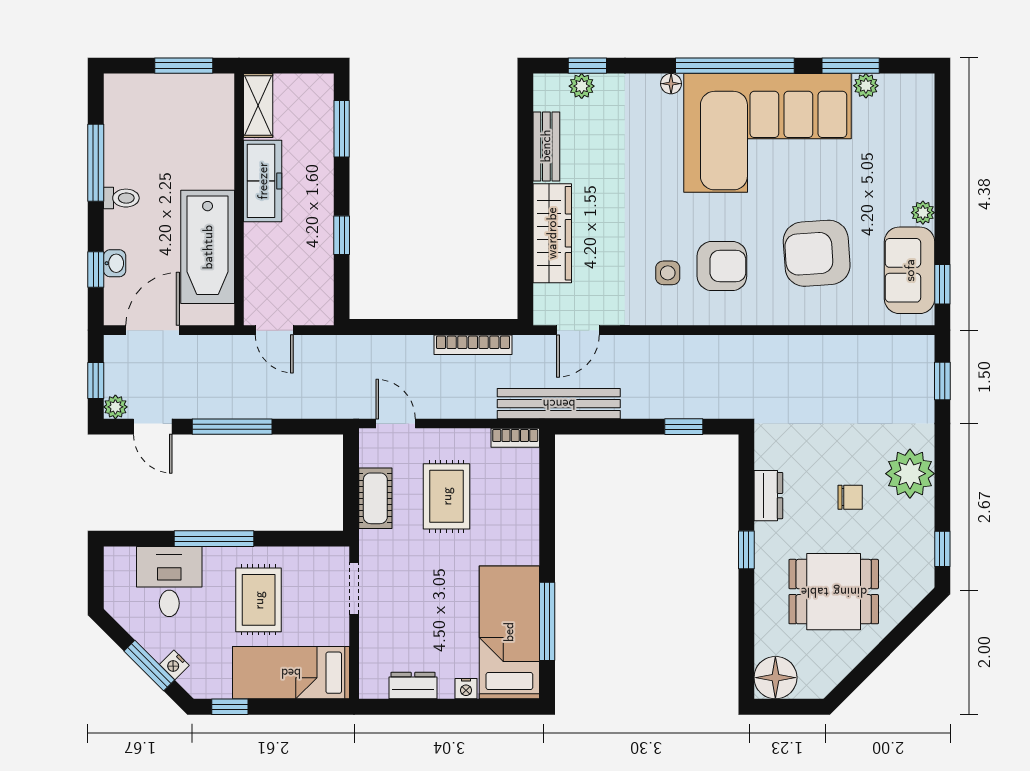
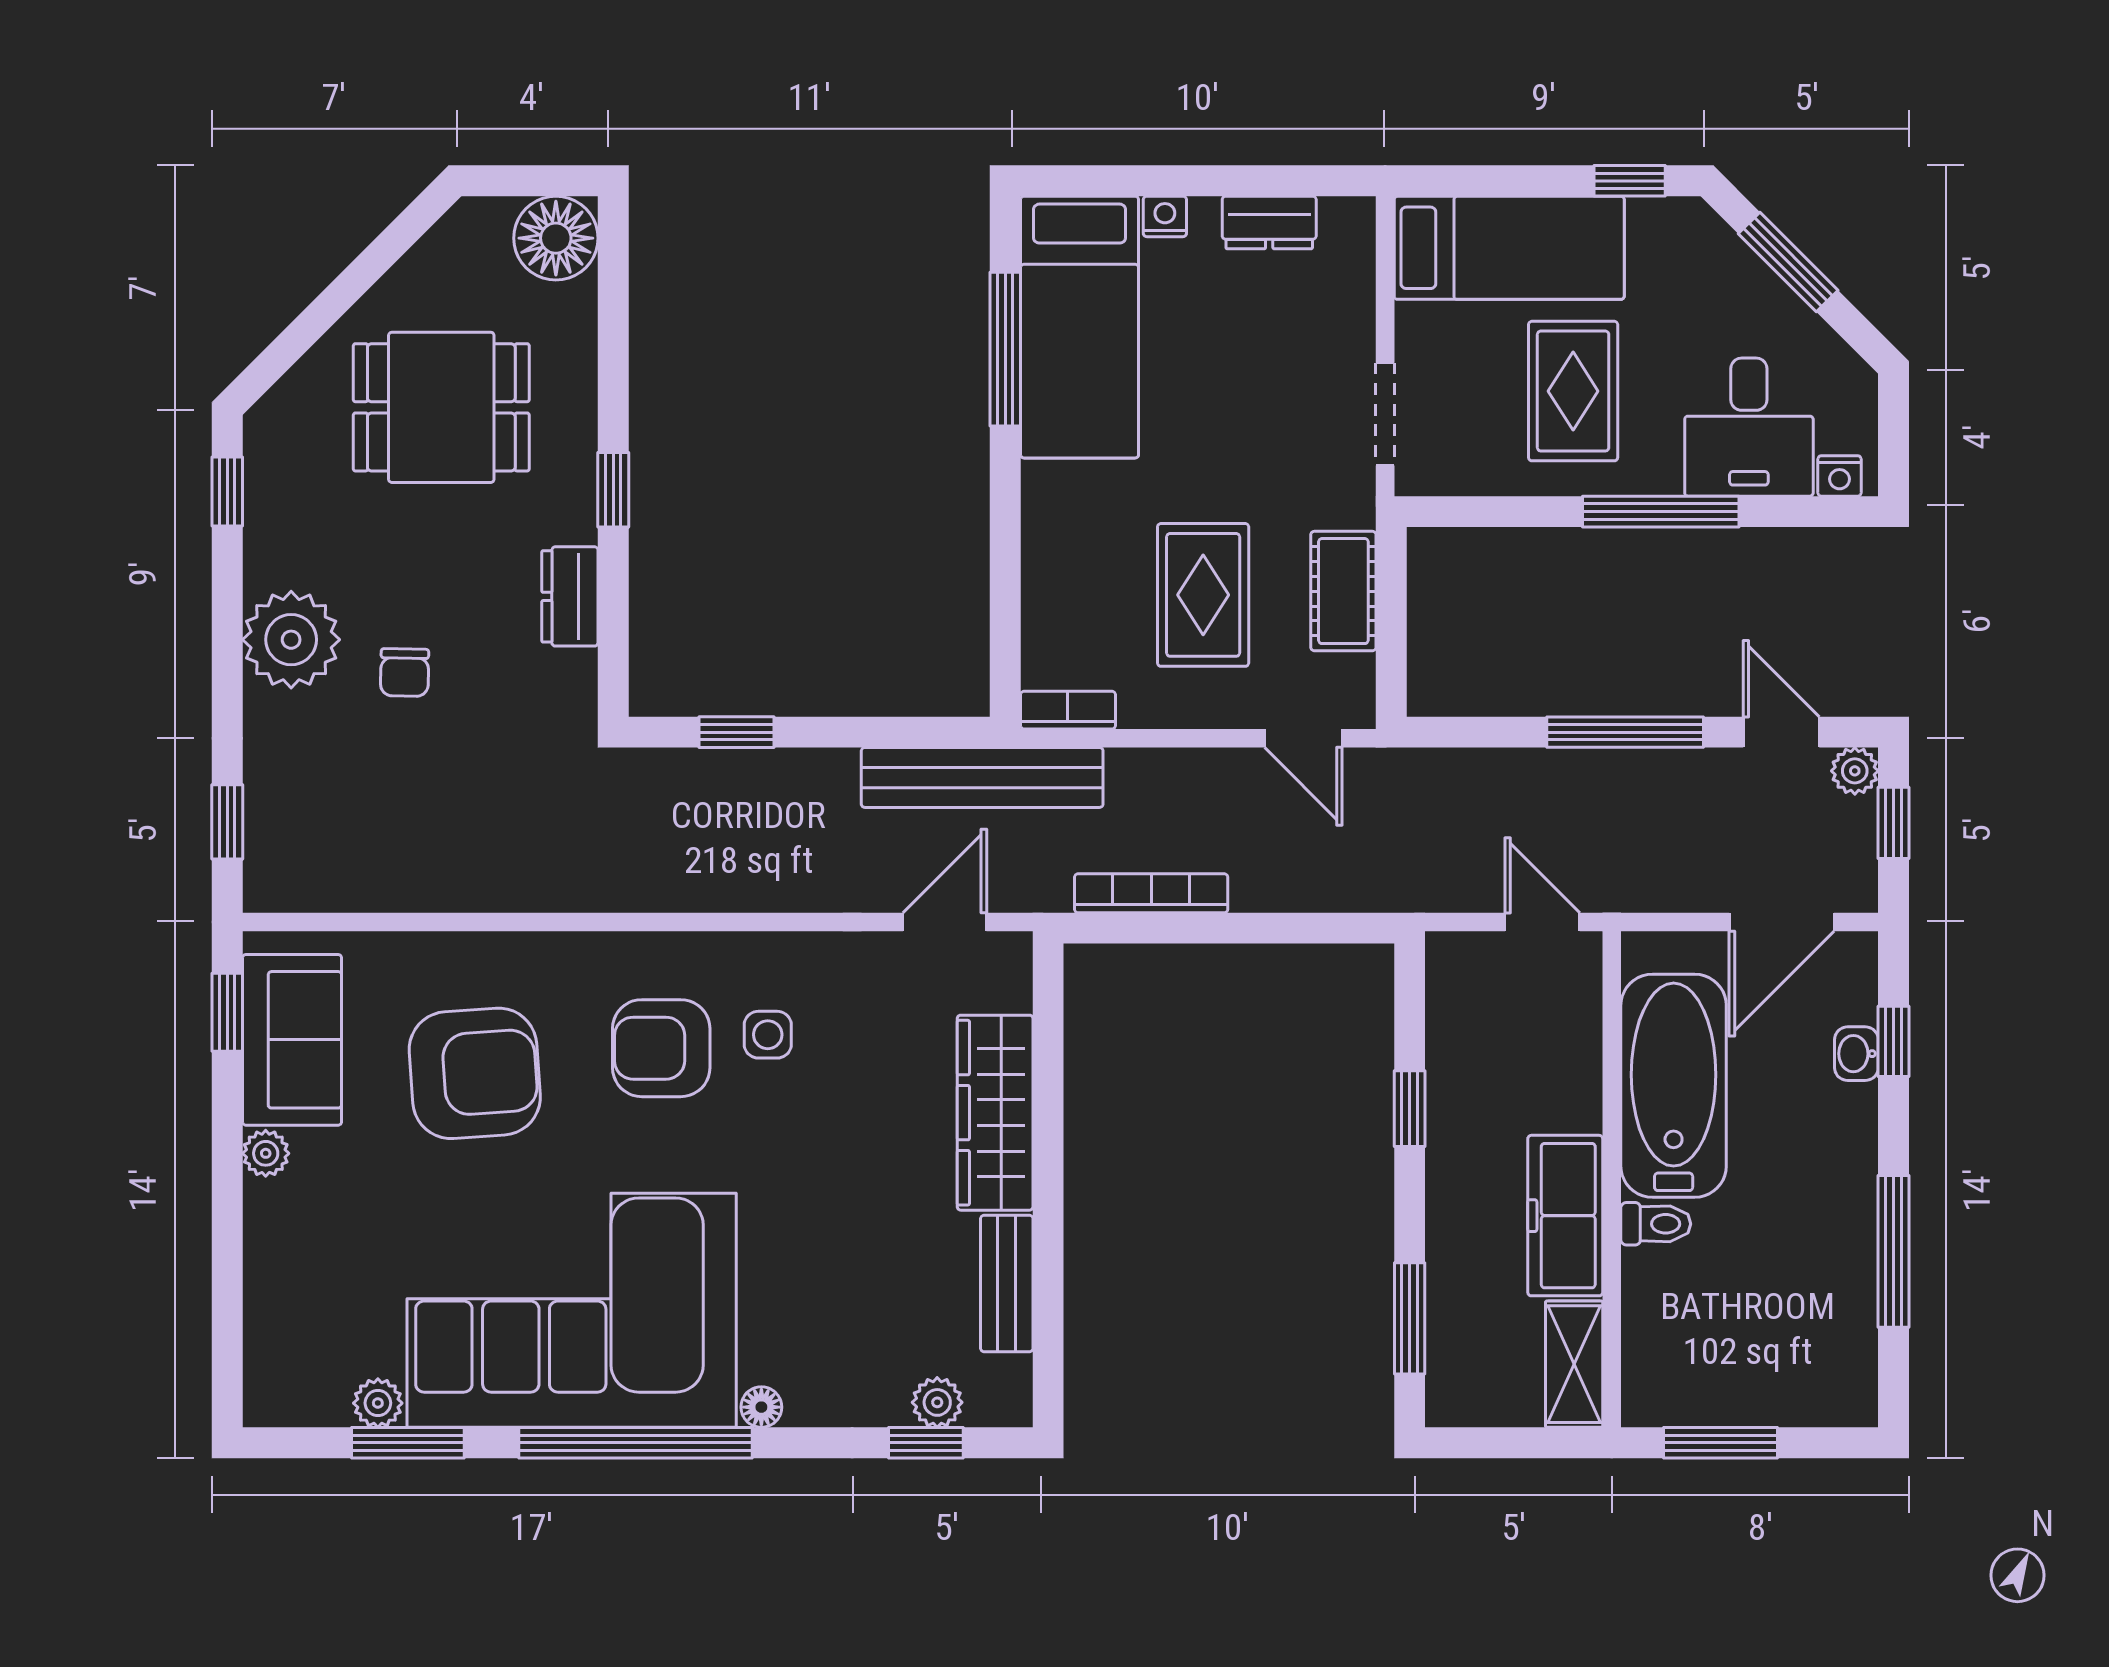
toilet: (121, 198) -> (1656, 1224), moved, turned 180
chair: (850, 497) -> (405, 673), moved, turned -89
nightstand: (174, 665) -> (1839, 476), moved, turned 135

